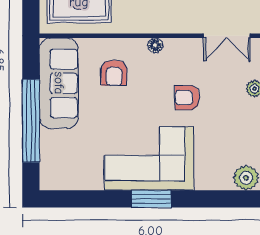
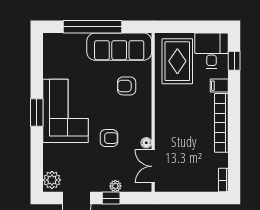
floor lamp: (155, 45) -> (146, 143), moved
armchair: (187, 98) -> (109, 138), turned 90

